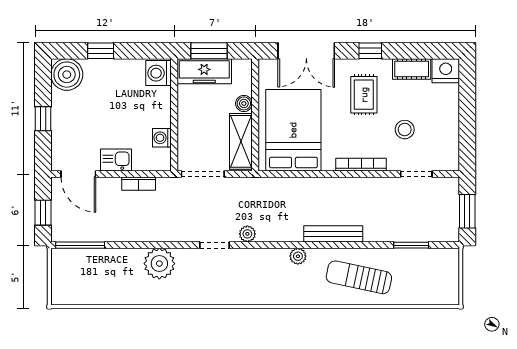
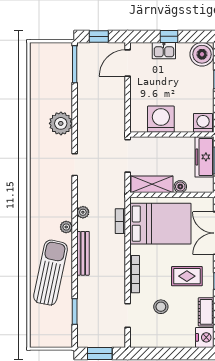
washing machine: (162, 138) -> (161, 119), width x1.89, depth x1.89
kitchen sink: (116, 160) -> (164, 51), moved, turned 90
bookcase: (139, 184) -> (120, 221), moved
plant: (247, 234) -> (83, 212), moved
sun lounger: (359, 277) -> (50, 273), width x1.36, depth x1.34

